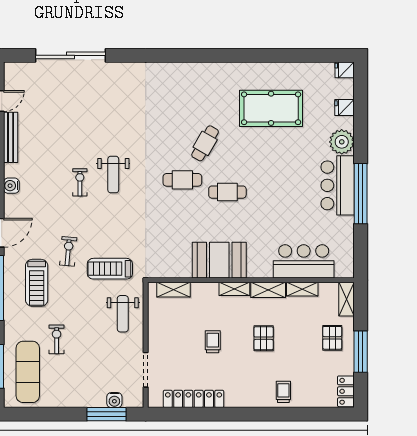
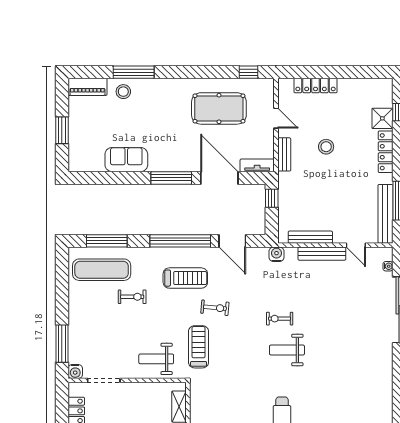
water cooler: (24, 67) -> (388, 266), added
exercise bike: (80, 182) -> (280, 319), turned 180
treadmill: (37, 283) -> (185, 278), turned 180
water cooler: (114, 400) -> (75, 371), moved, turned -90

